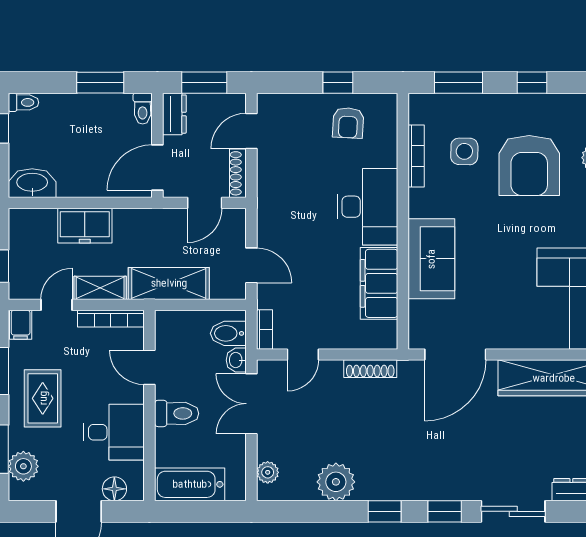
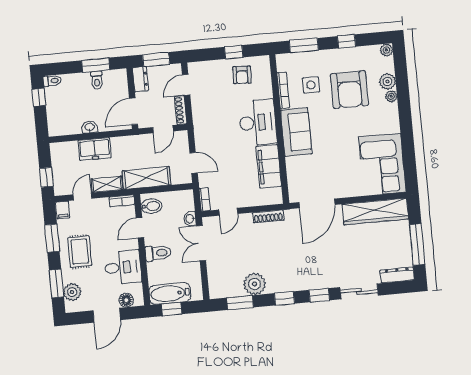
toilet: (143, 109) -> (97, 80), moved
washbasin: (32, 183) -> (90, 127), moved, width x0.52, depth x0.69
sofa: (431, 259) -> (296, 132), moved
bookcase: (111, 319) -> (122, 201), width x0.64
bidet: (228, 333) -> (151, 206), moved, turned 180
door: (149, 367) -> (140, 228), hinge flipped
plant: (268, 472) -> (214, 282), removed
window: (190, 511) -> (172, 309), added
window: (308, 511) -> (240, 303), added

